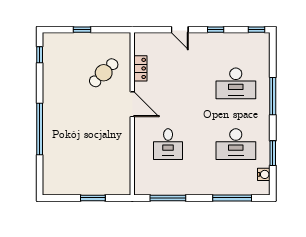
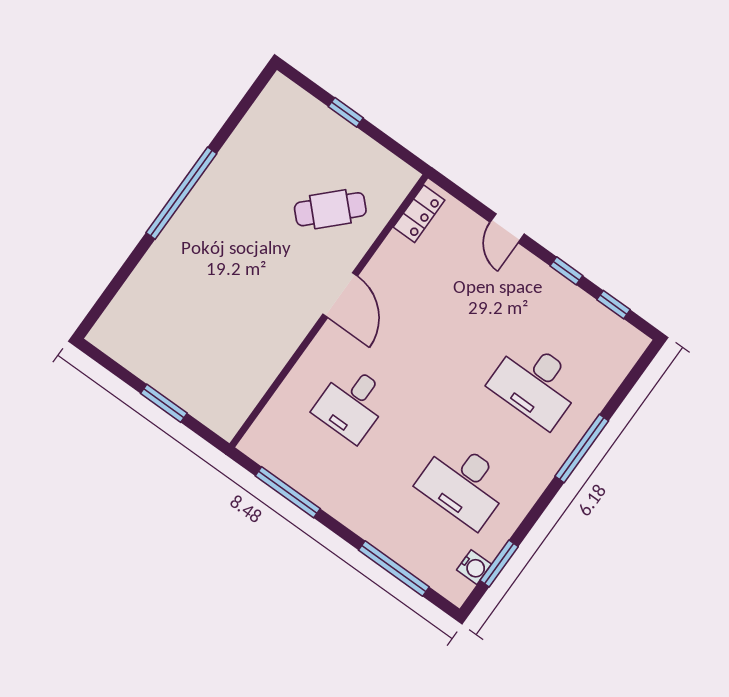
window: (256, 30) -> (614, 305), moved
window: (40, 55) -> (246, 104), removed
locker: (140, 68) -> (419, 214), moved
window: (40, 129) -> (181, 193), moved
window: (273, 153) -> (499, 564), moved

